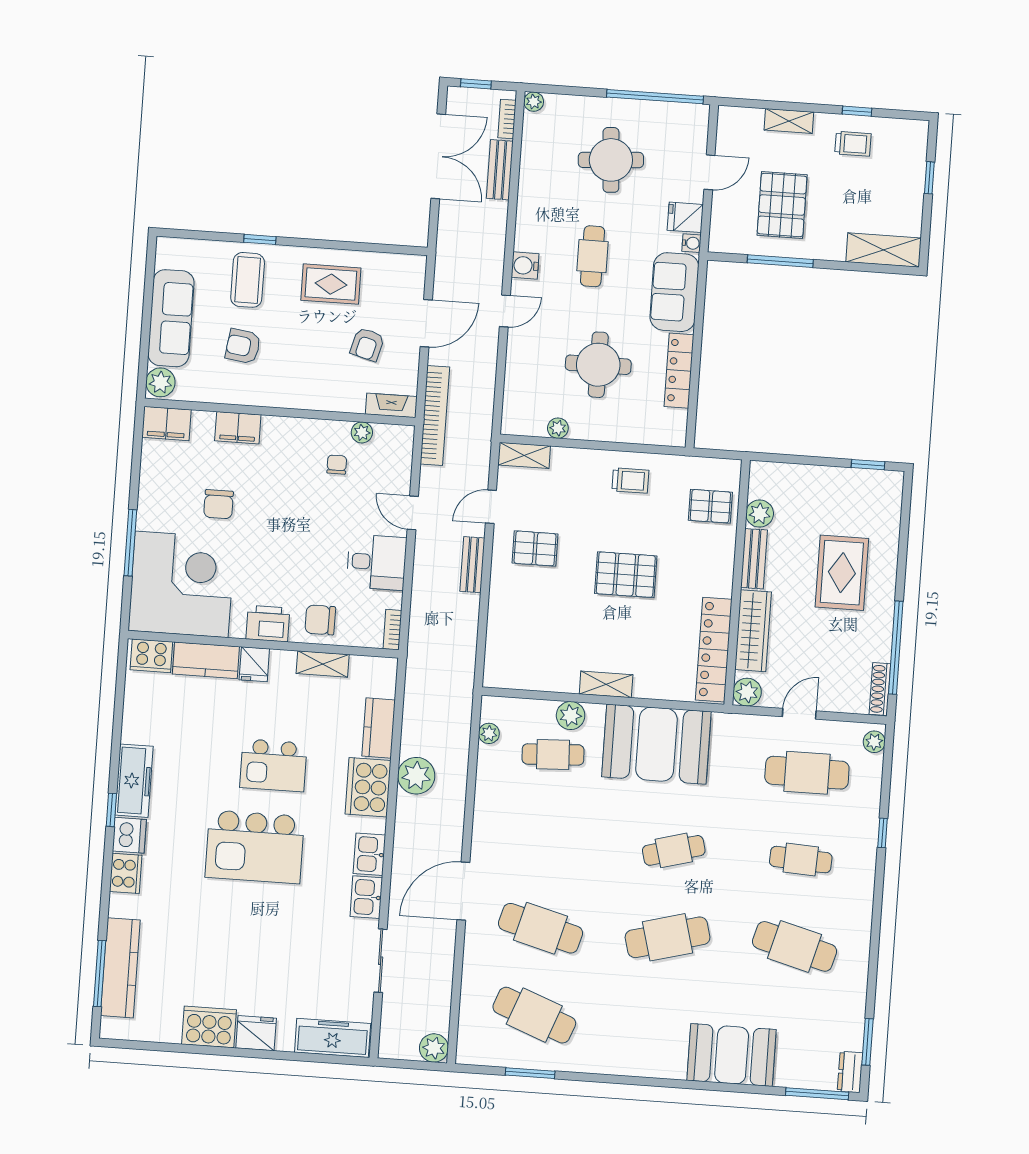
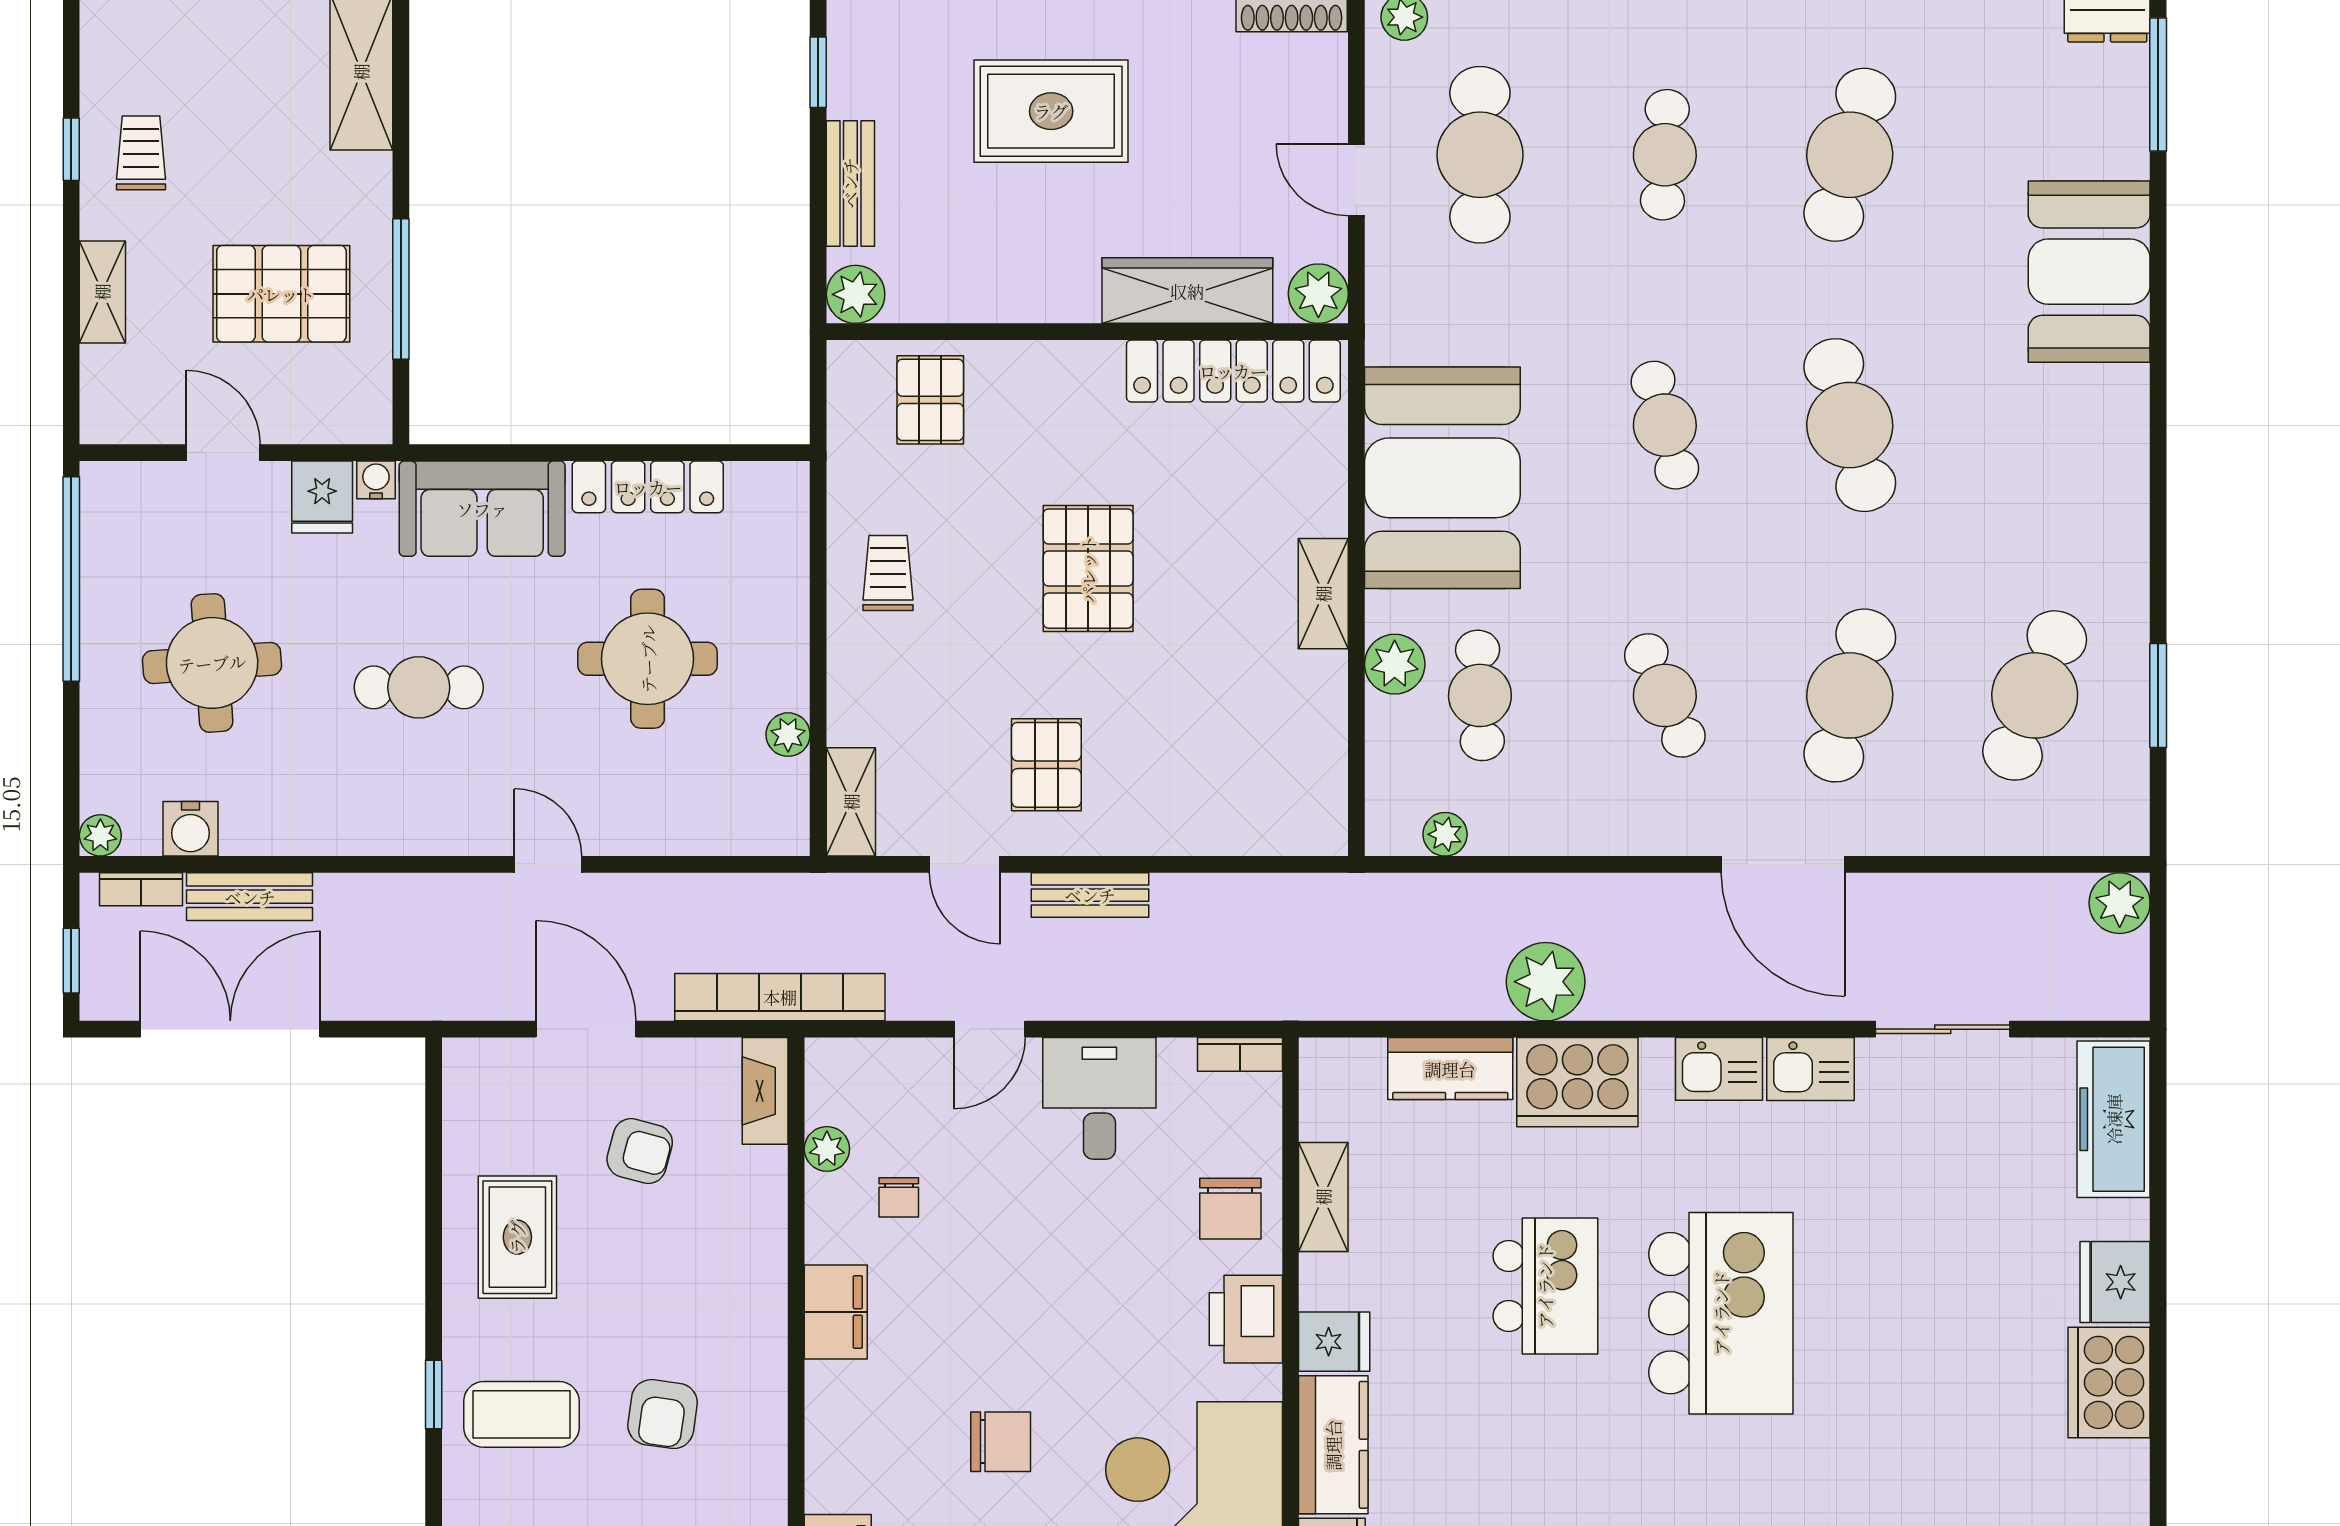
water cooler: (525, 266) -> (190, 829), moved
filing cabinet: (238, 428) -> (836, 1312), moved
chair: (337, 465) -> (899, 1197), turned -90
plant: (760, 514) -> (856, 294), moved
bench: (754, 559) -> (850, 183), moved, turned 90
cafe table: (547, 841) -> (1665, 695), added

